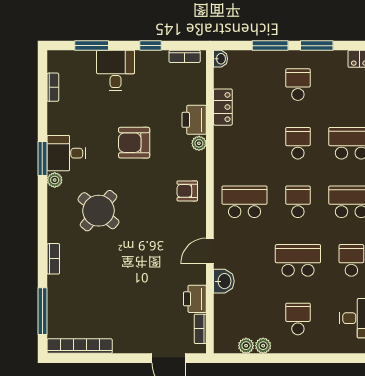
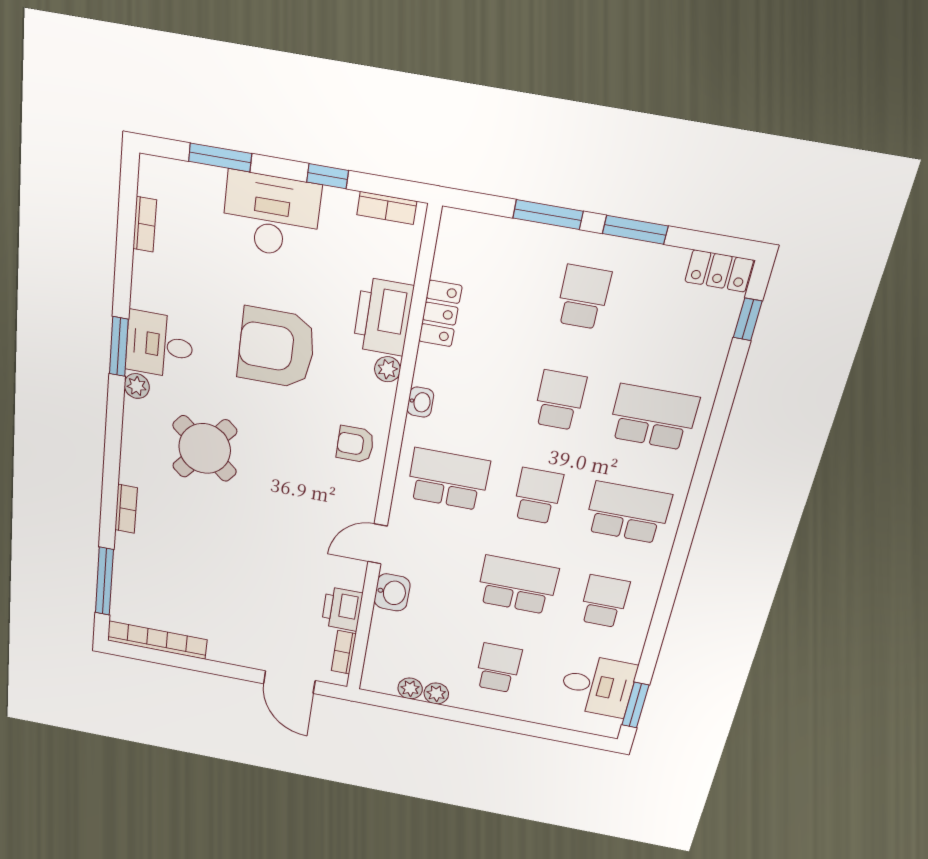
washbasin: (221, 59) -> (420, 402), moved
desk: (116, 71) -> (271, 215), width x1.37
printer: (194, 120) -> (383, 317), width x1.37, depth x1.19
armchair: (134, 143) -> (276, 348), width x1.36, depth x1.36

